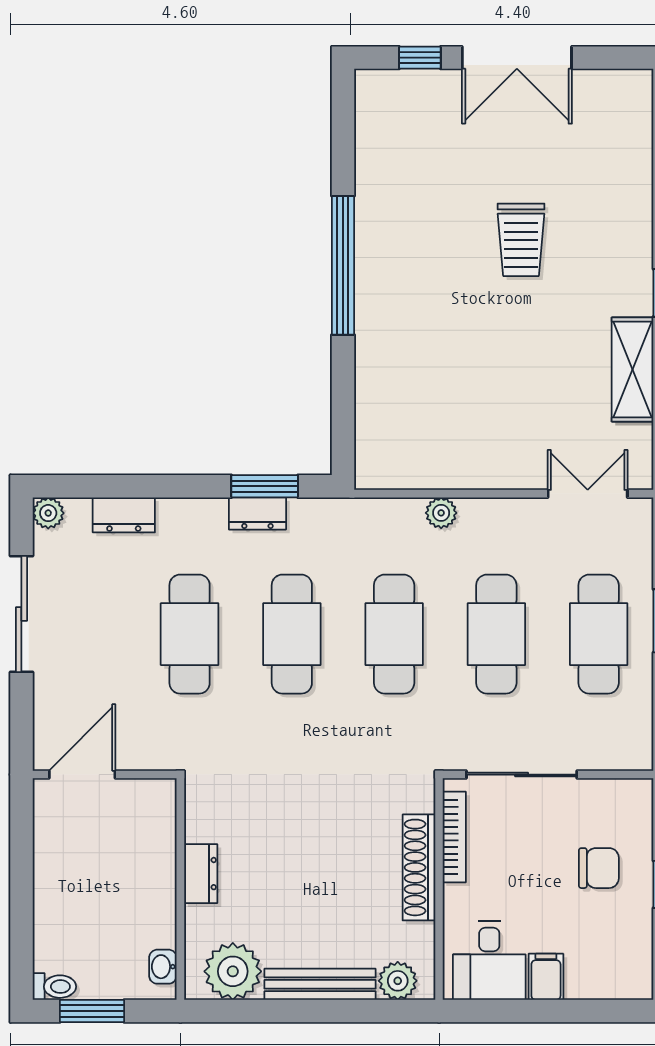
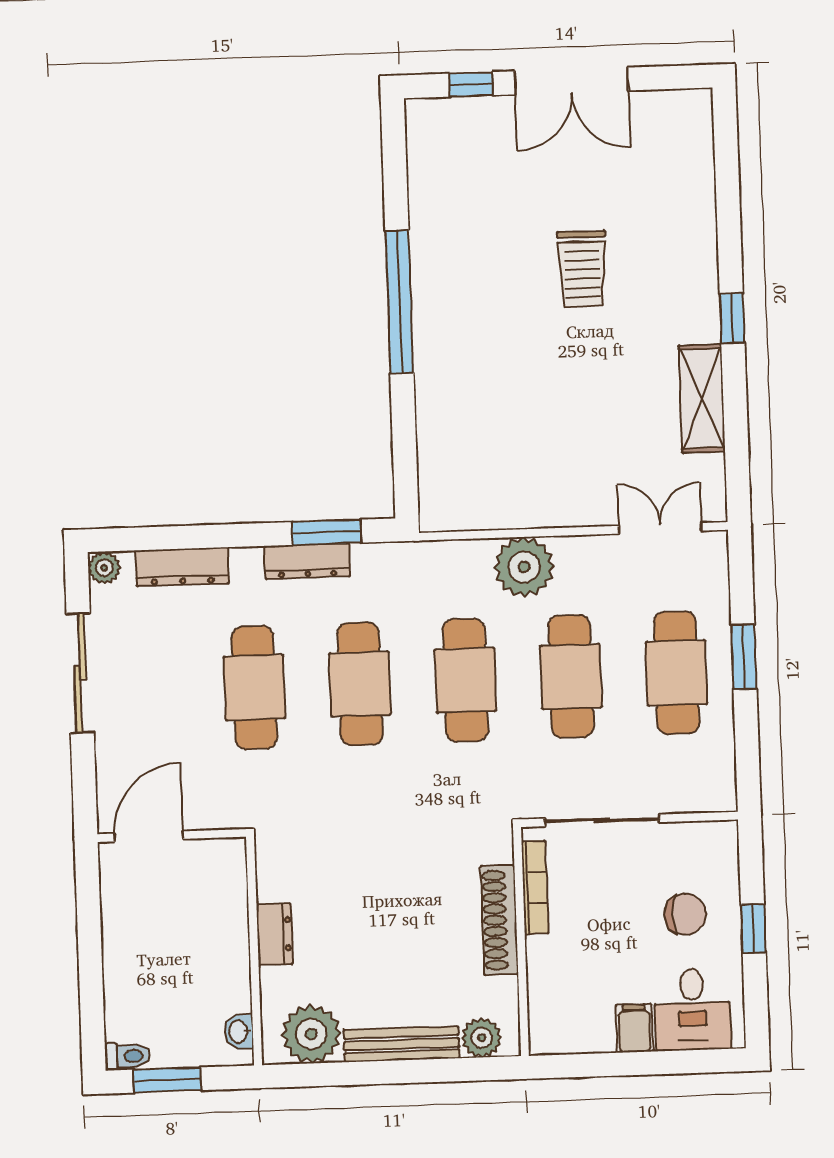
dresser: (257, 513) -> (307, 561), width x1.44
plant: (441, 513) -> (524, 567), width x1.87, depth x1.87
dresser: (124, 515) -> (182, 567), width x1.44
desk: (489, 961) -> (692, 1010), moved

